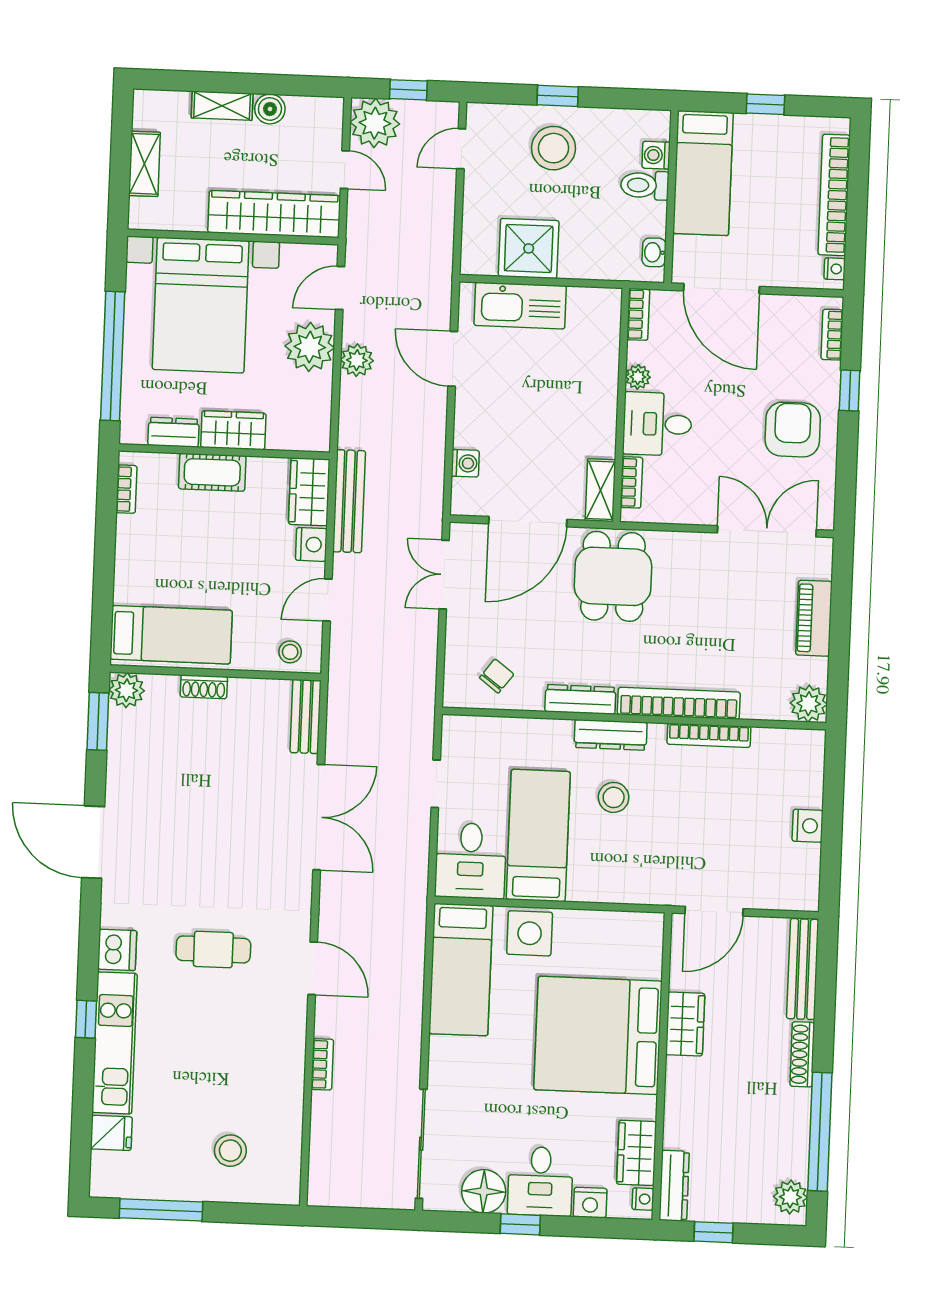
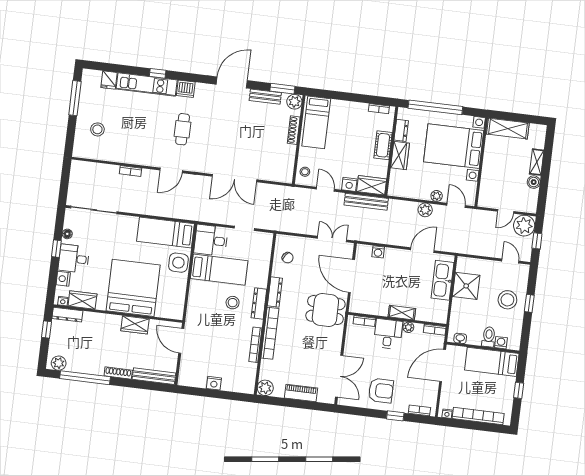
shelving: (144, 164) -> (508, 129), width x1.50, depth x1.33
wardrobe: (274, 214) -> (489, 180), removed
plant: (310, 347) -> (437, 196), width x0.53, depth x0.53
shelving: (600, 490) -> (402, 313), moved
shoe rack: (204, 687) -> (294, 130), width x1.43
bench: (306, 716) -> (265, 97), moved
floor lamp: (484, 1191) -> (67, 234), width x0.53, depth x0.53

